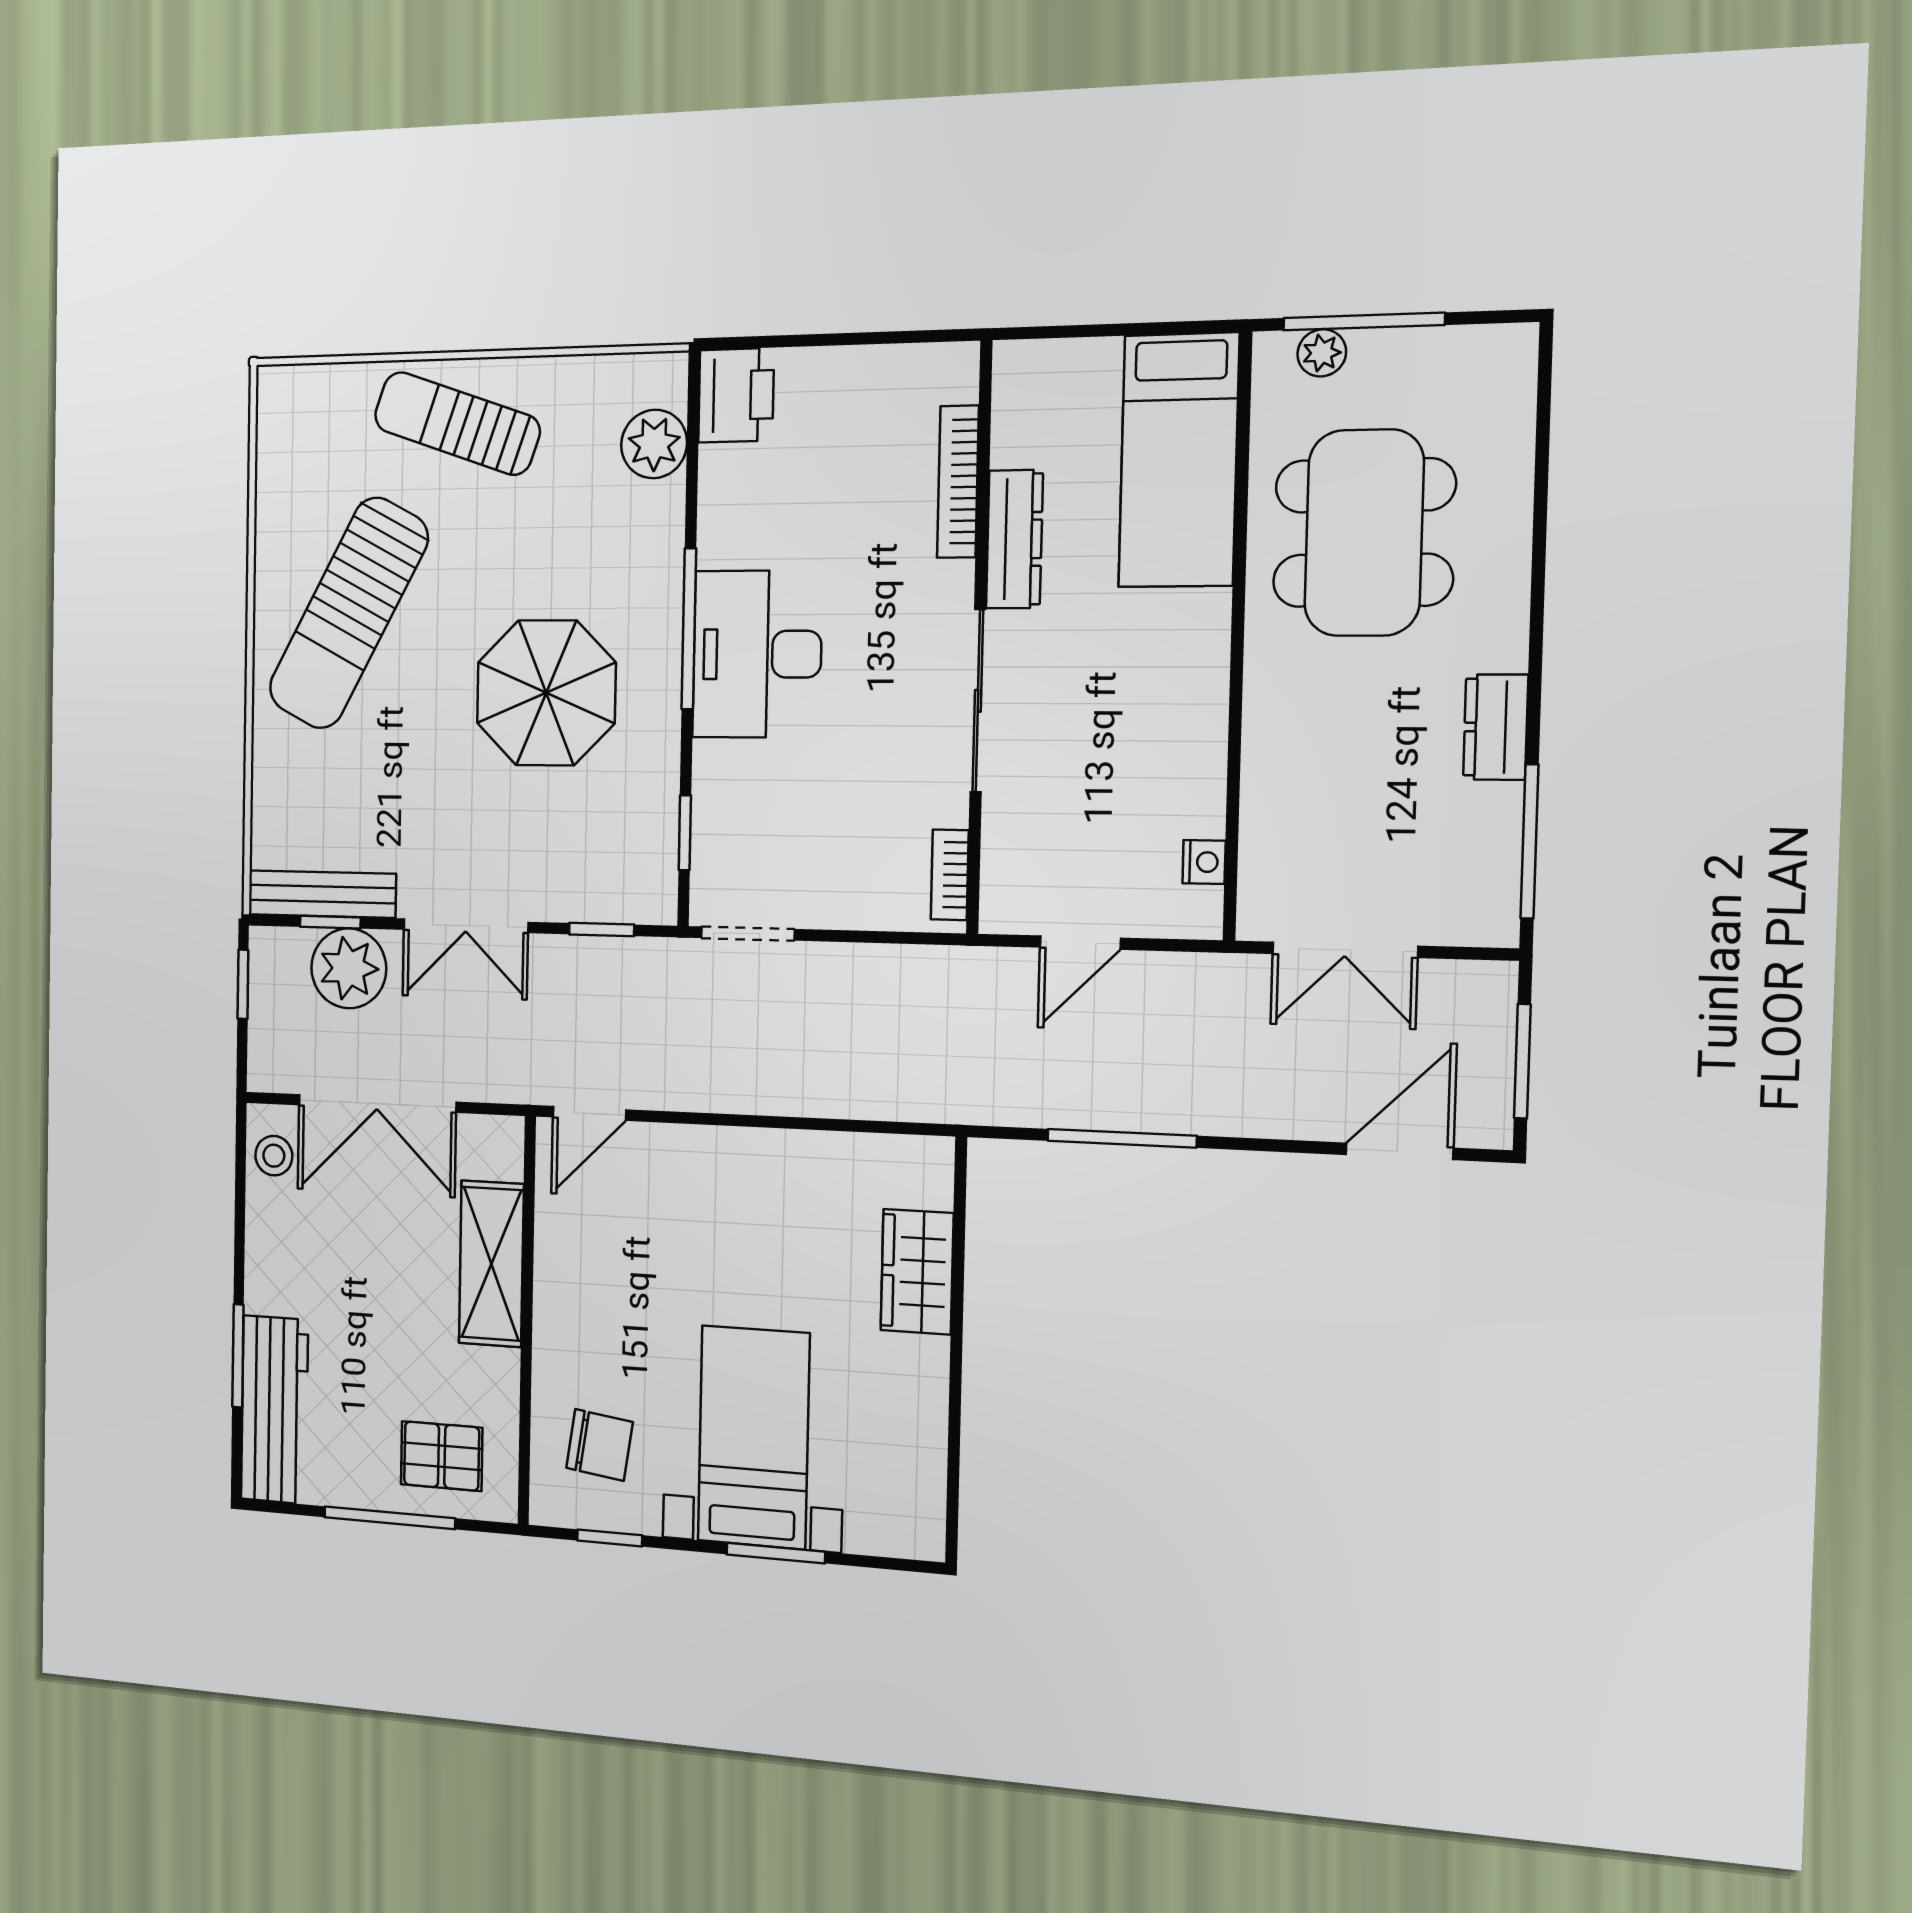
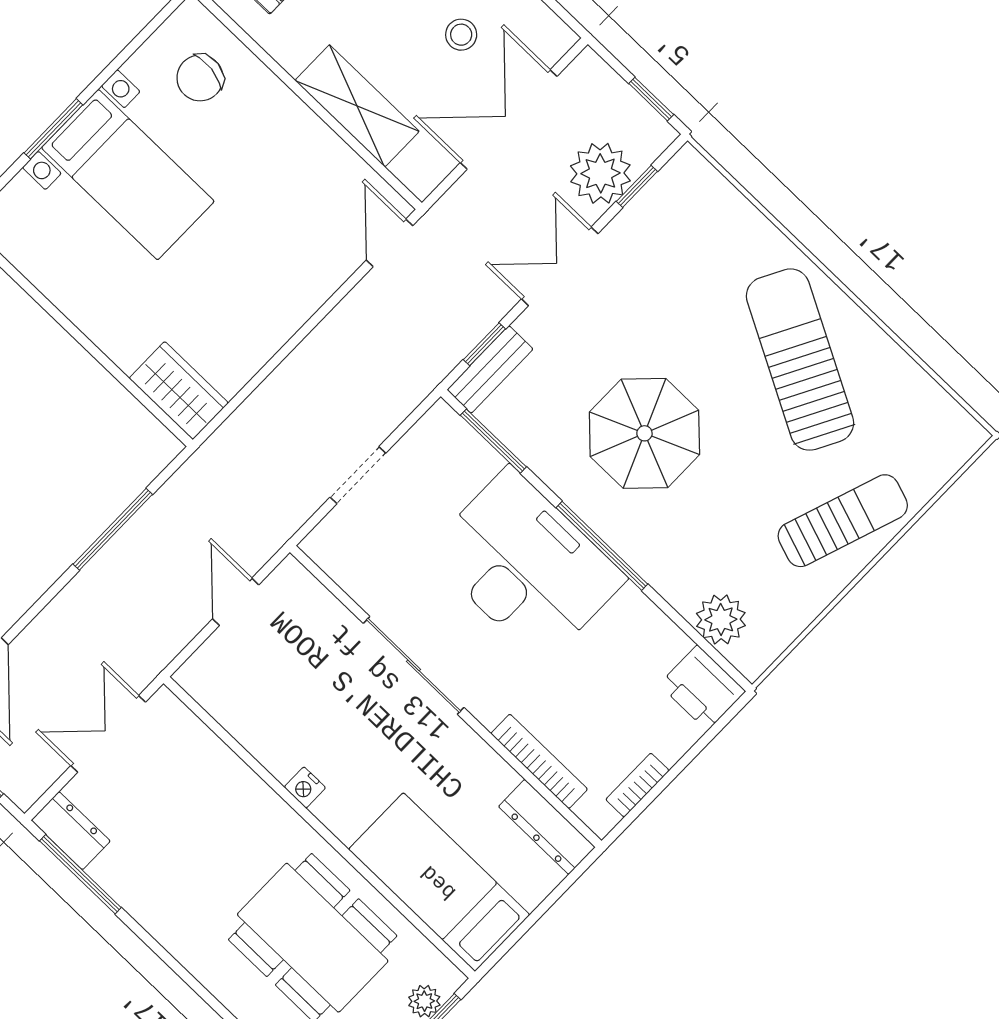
dresser: (1014, 539) -> (547, 827), moved
desk: (757, 654) -> (526, 565), width x1.36, depth x1.30
dresser: (1496, 727) -> (71, 831), moved
window: (685, 833) -> (493, 441), width x1.50
nightstand: (1204, 862) -> (305, 787), moved
bookcase: (950, 875) -> (637, 785), moved, turned -90
bench: (322, 894) -> (490, 369), moved, width x0.73
doorway: (748, 934) -> (358, 475), moved
stool: (274, 1156) -> (461, 35), moved
wardrobe: (917, 1272) -> (179, 391), moved
window: (610, 1538) -> (143, 36), removed

